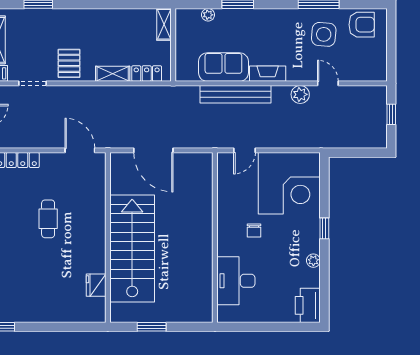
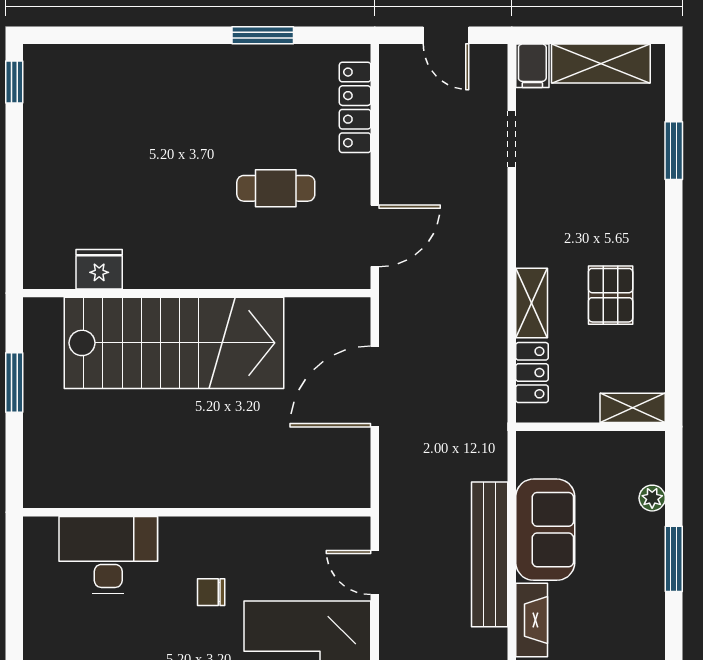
pallet: (69, 63) -> (611, 295), moved, turned 90
cafe table: (48, 219) -> (276, 188), moved

